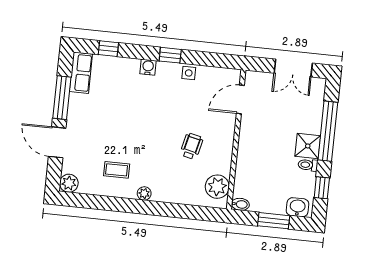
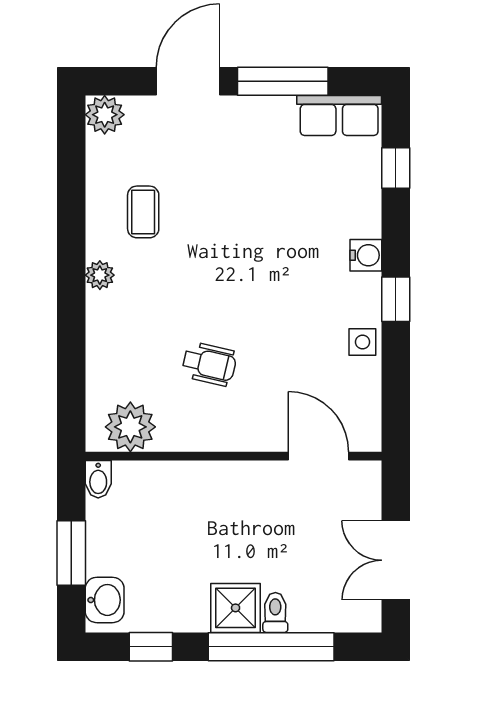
toilet: (308, 165) -> (275, 613), moved

